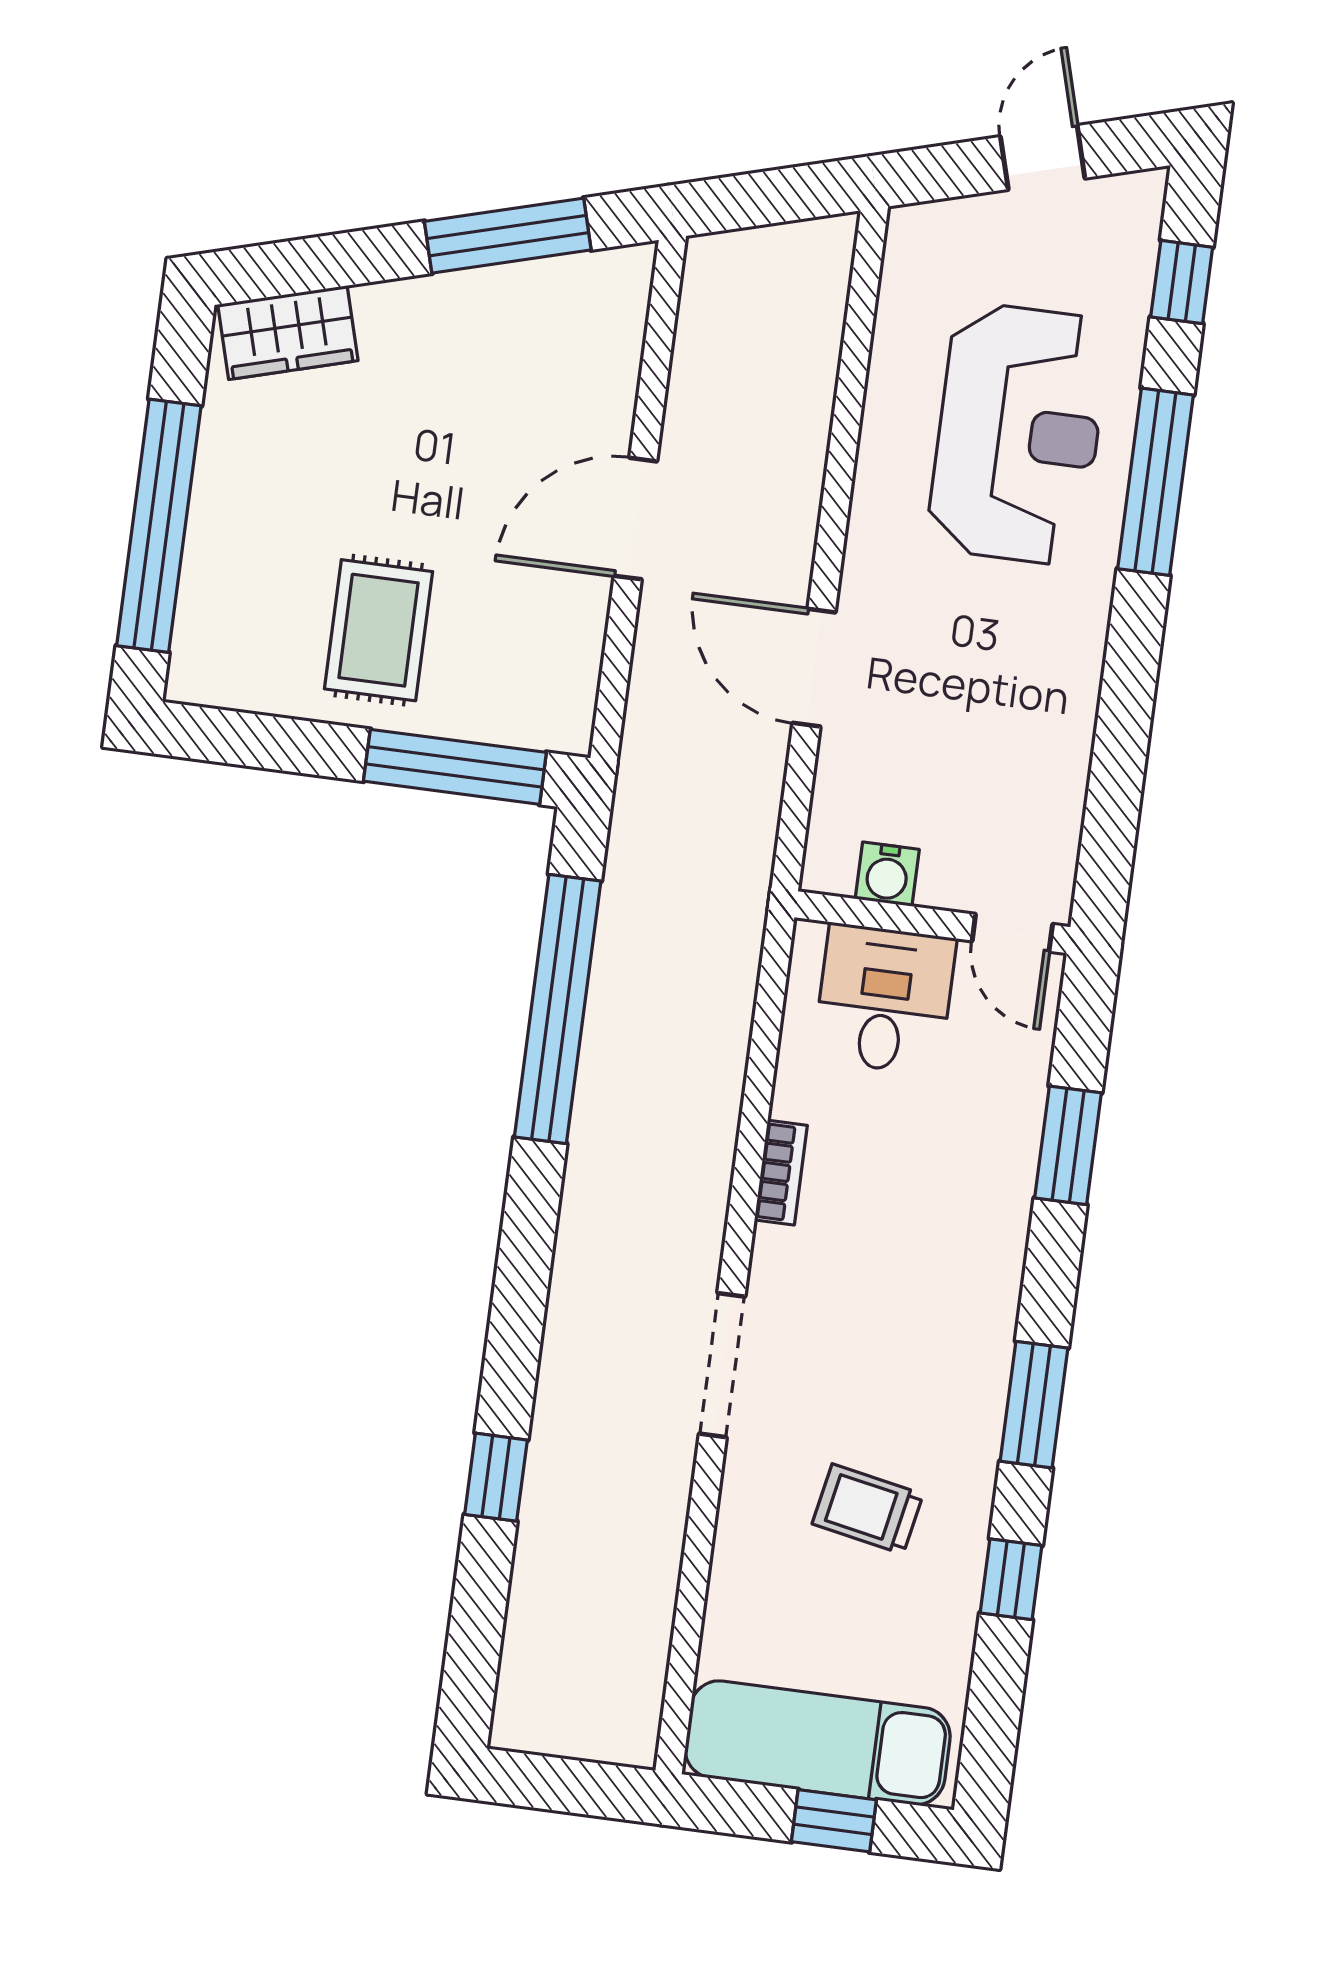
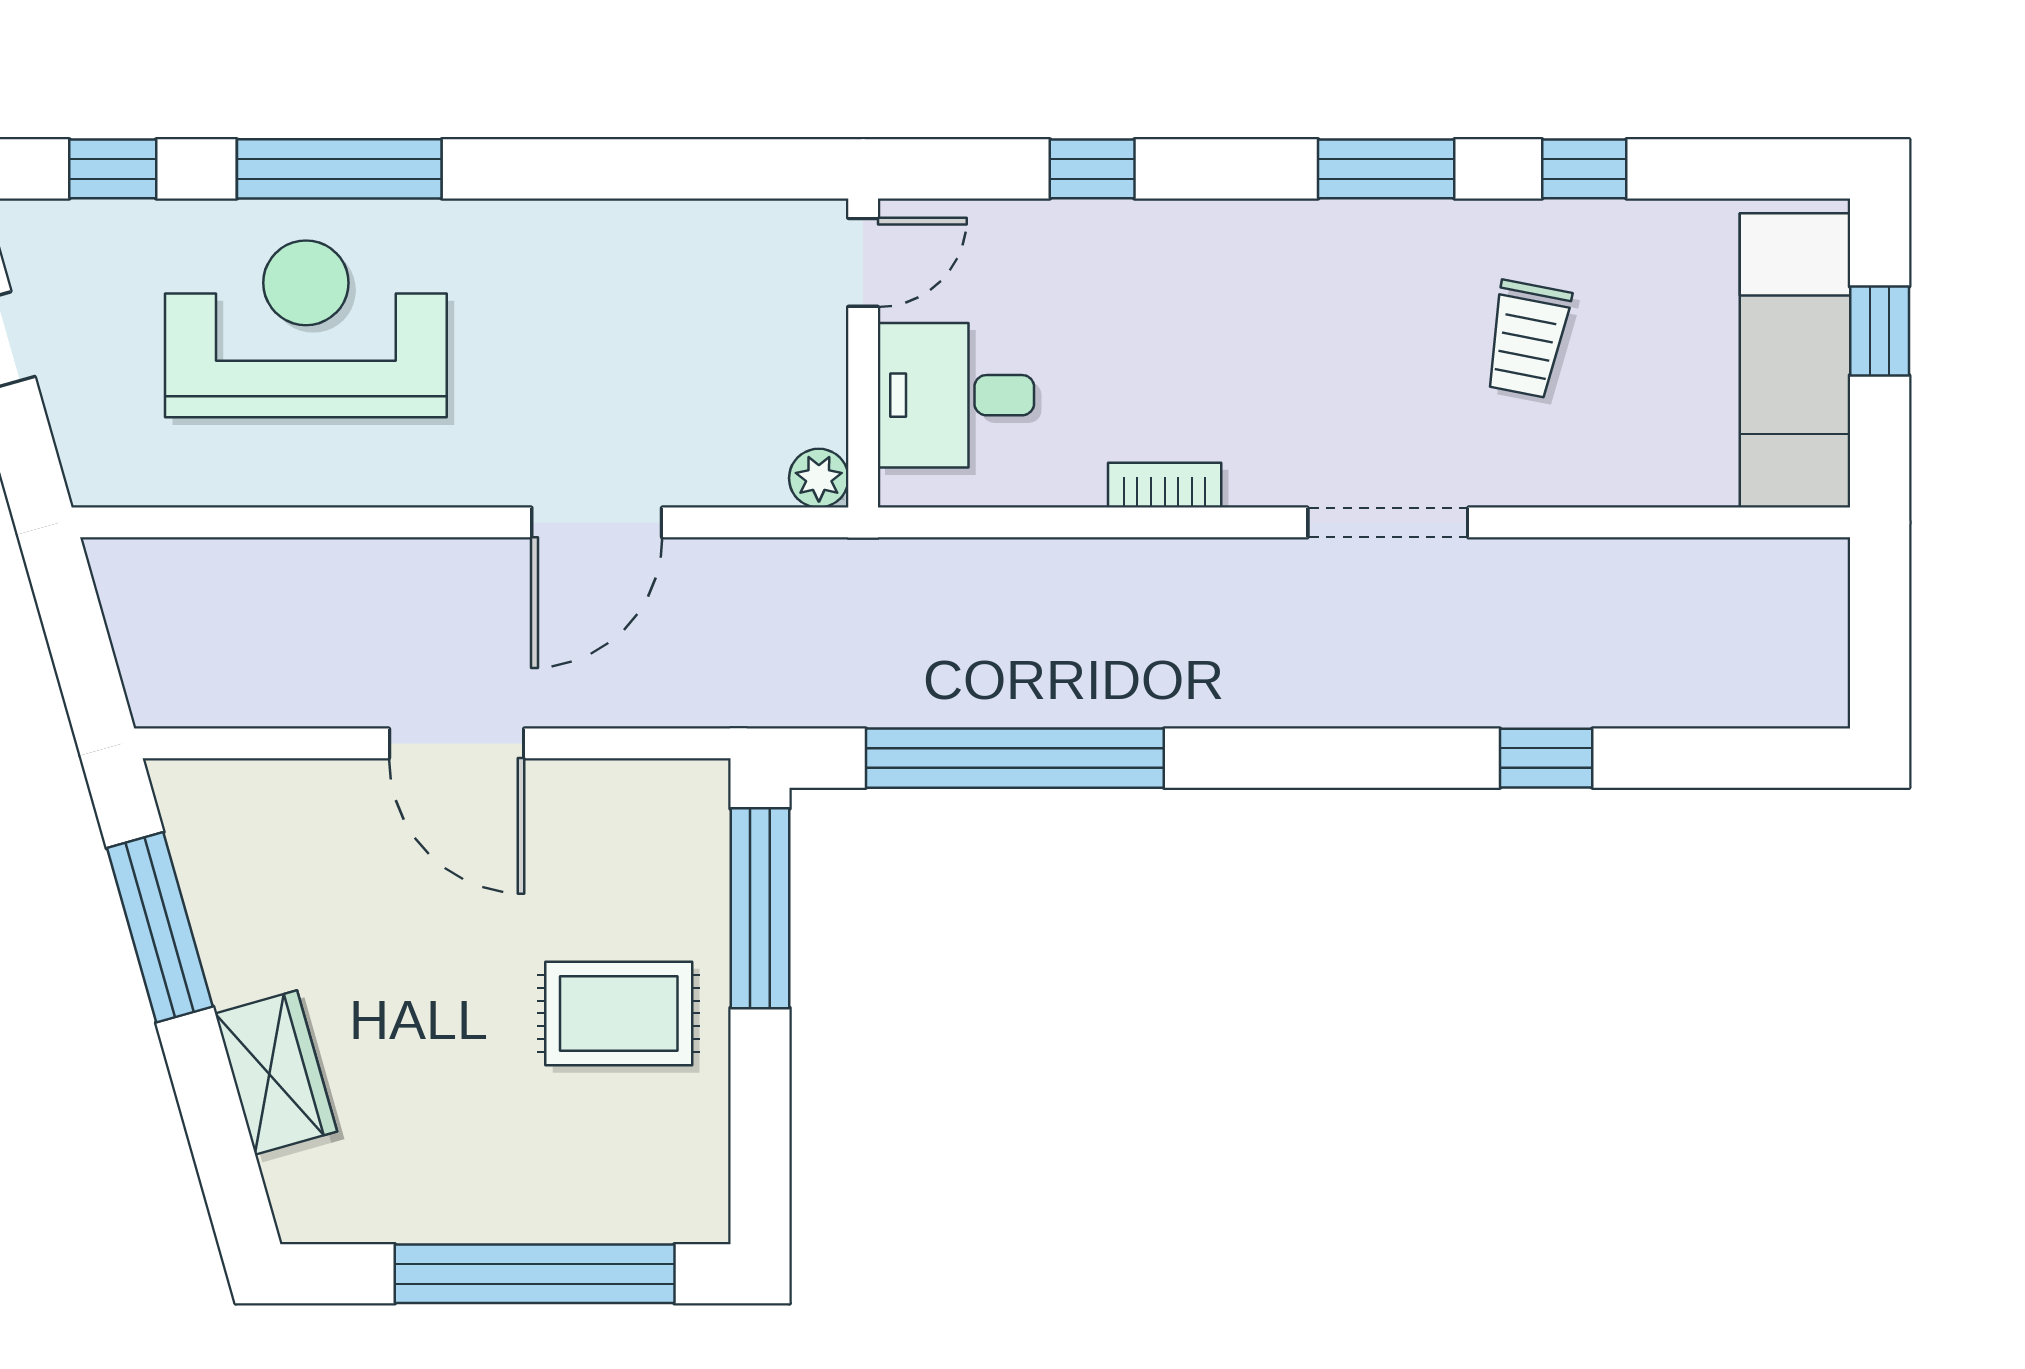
wardrobe: (288, 333) -> (276, 1072), moved
plant: (827, 869) -> (819, 478), added
water cooler: (887, 874) -> (816, 410), removed
window: (1068, 1145) -> (1092, 169), width x0.67

